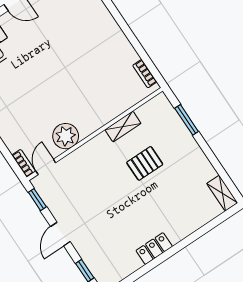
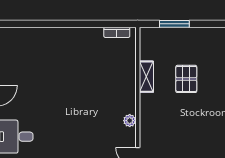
plant: (66, 136) -> (130, 121), width x0.53, depth x0.53

